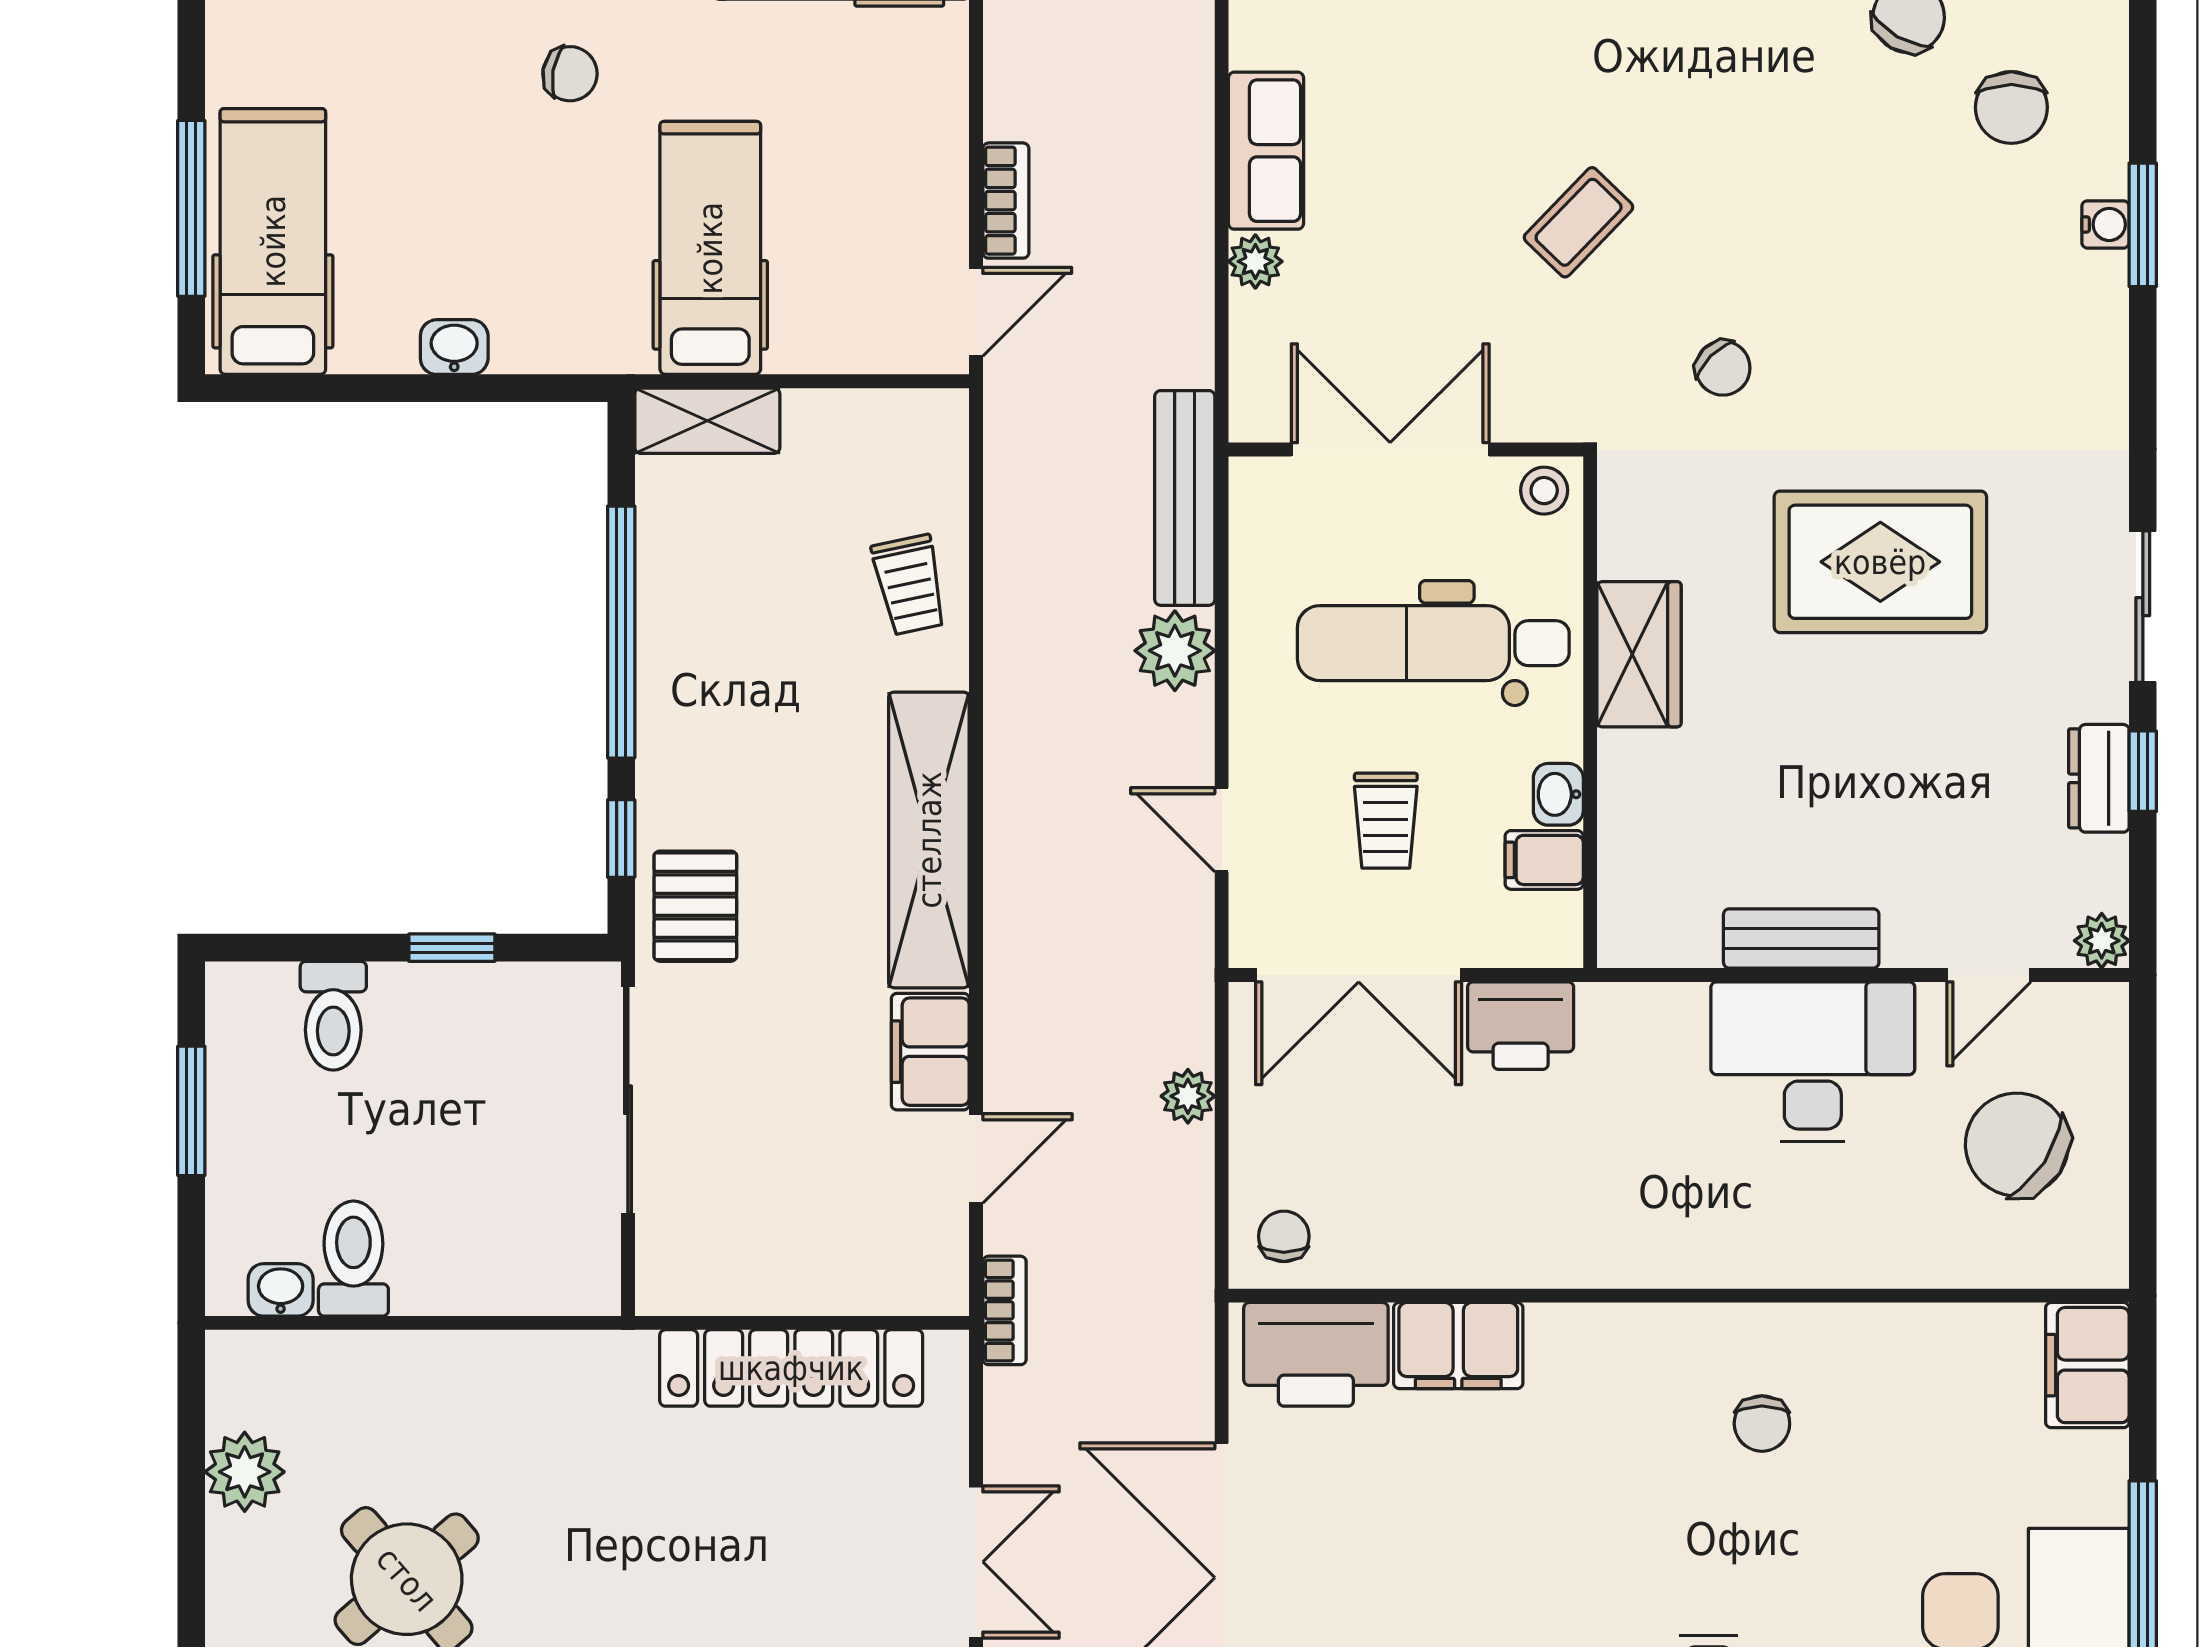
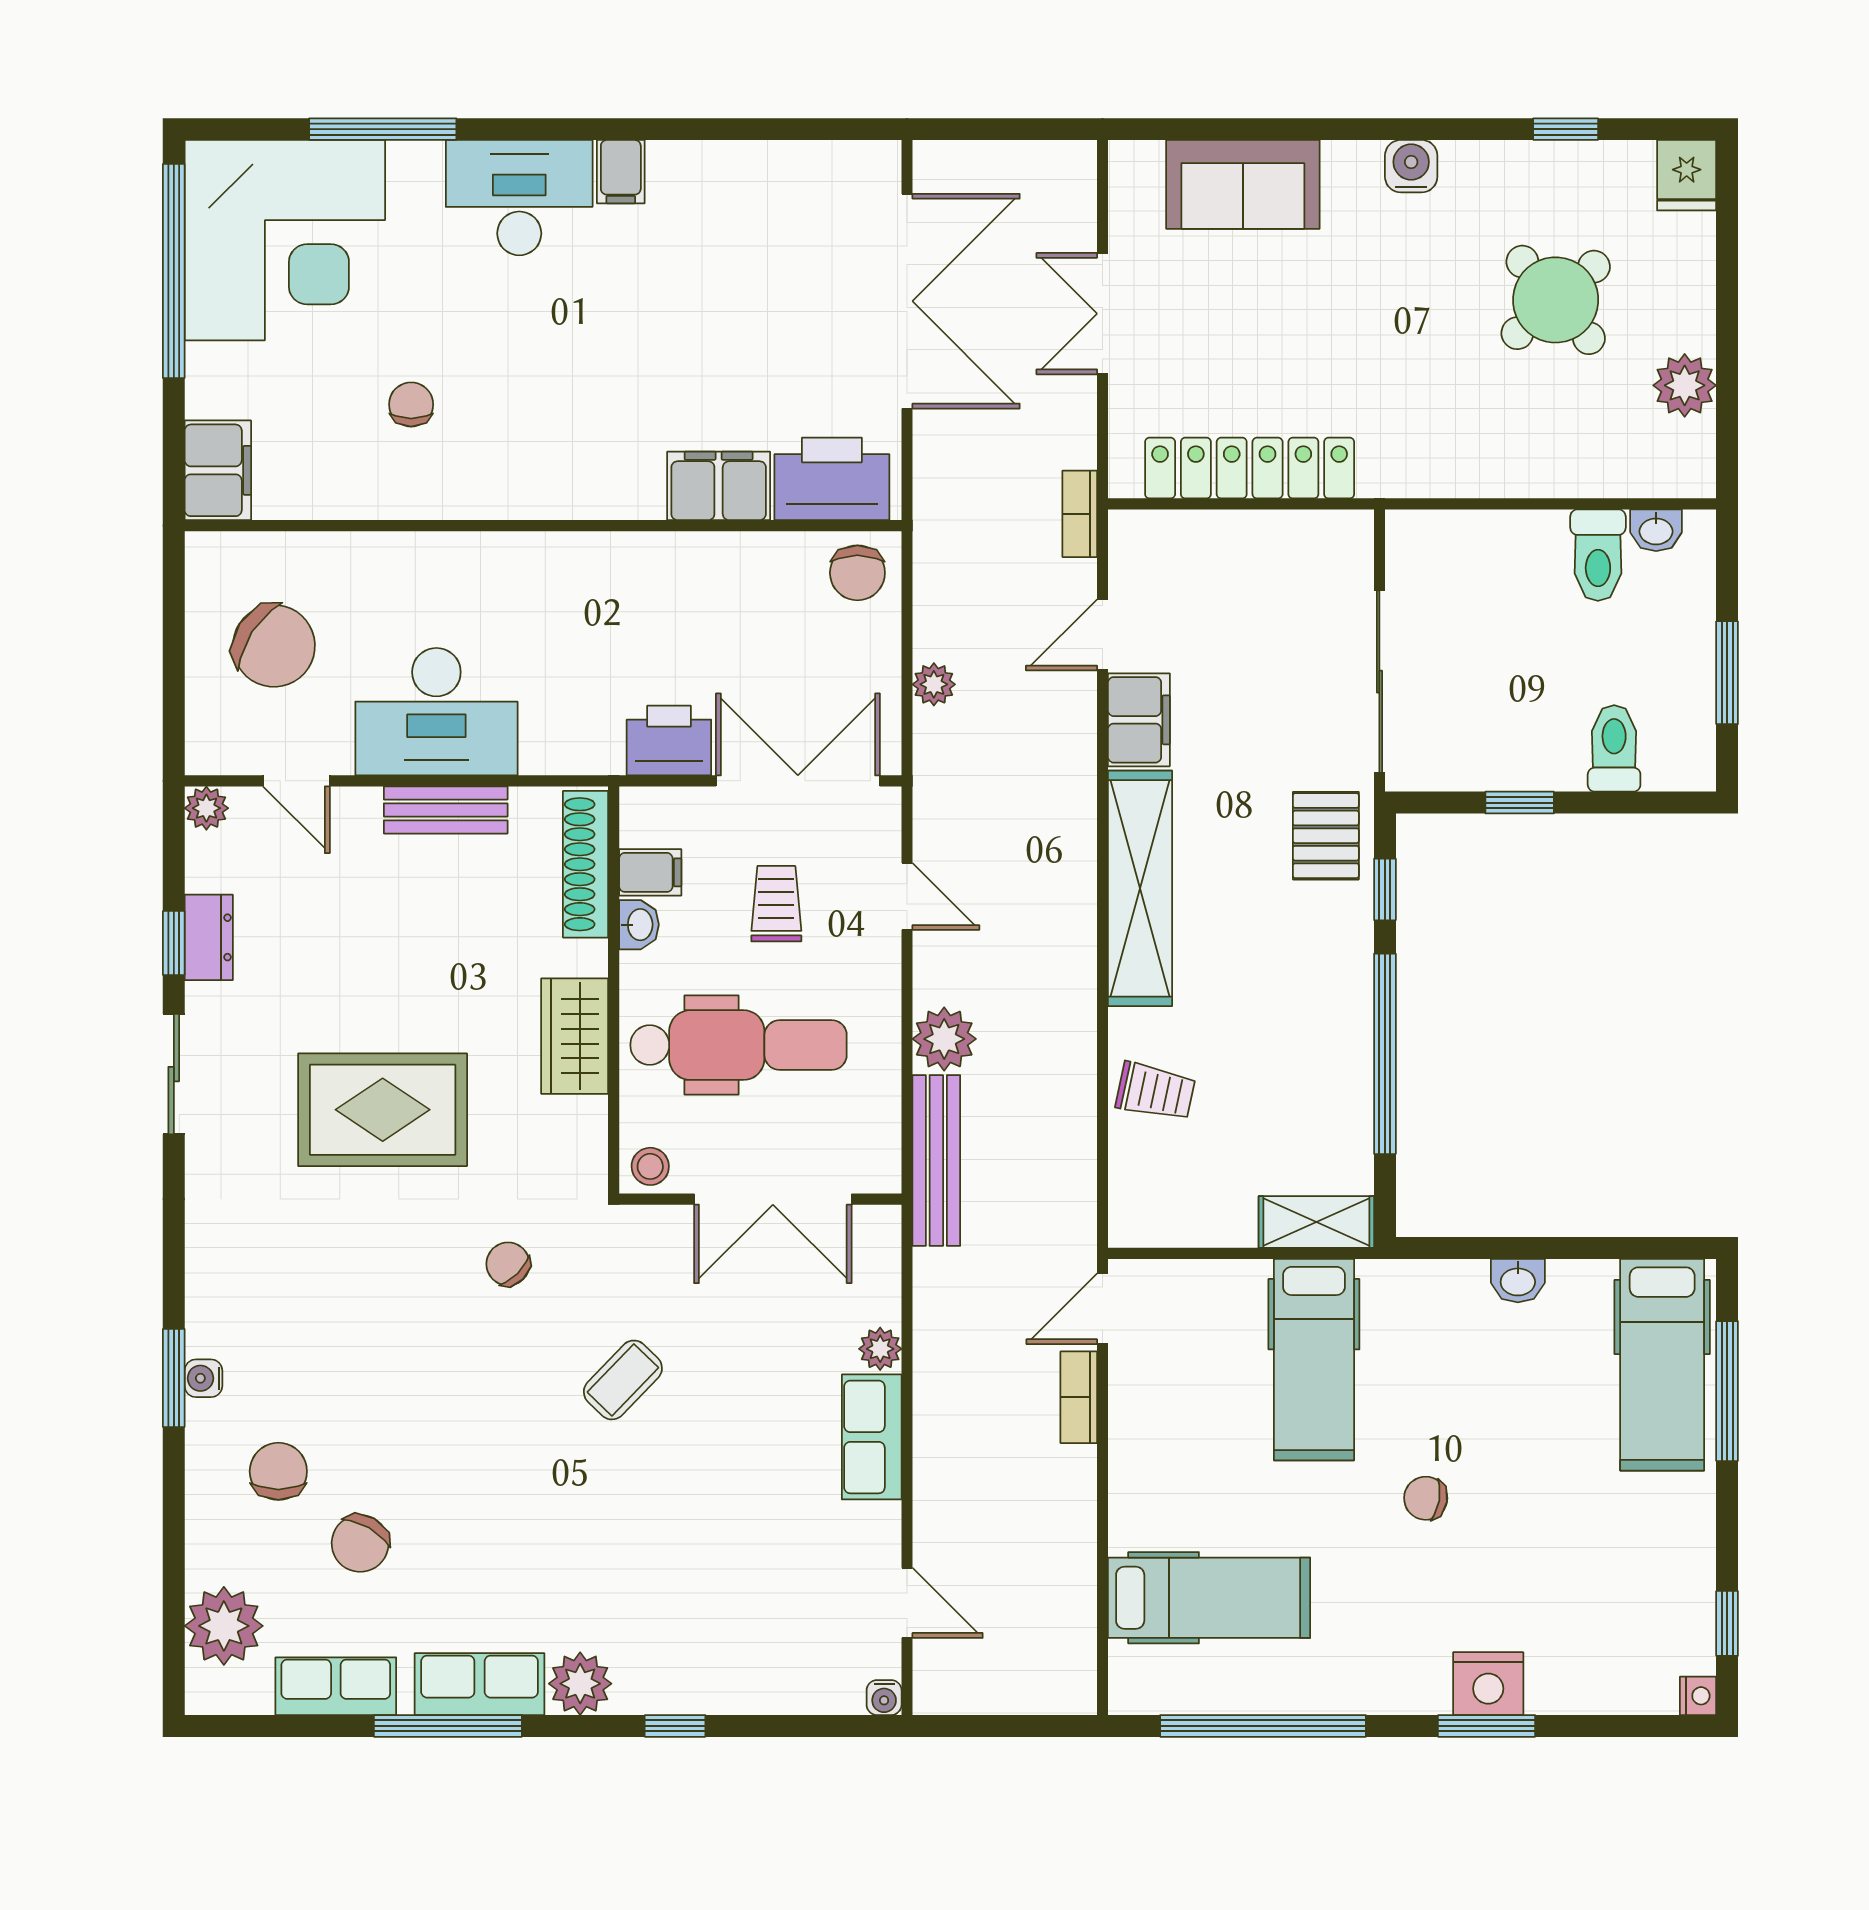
trolley: (909, 585) -> (1155, 1091), turned 114
shoe rack: (1625, 870) -> (586, 864), added
door: (1989, 975) -> (296, 781), swing flipped
chair: (1284, 1236) -> (857, 573), width x1.37, depth x1.37
chair: (1762, 1424) -> (411, 404), moved

